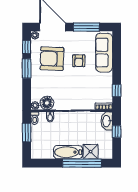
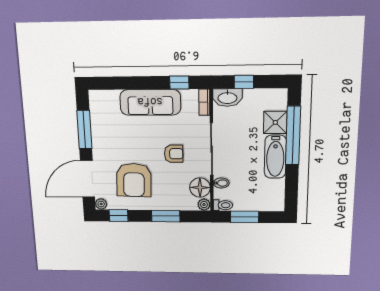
sofa: (104, 53) -> (150, 102), moved
armchair: (79, 61) -> (174, 154), moved
window: (27, 68) -> (166, 216), moved

